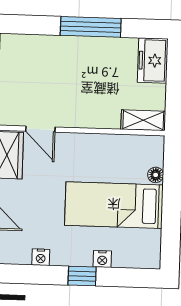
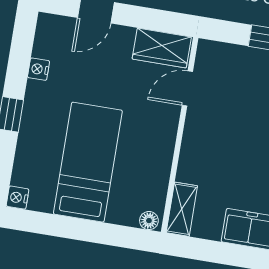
floor lamp: (156, 175) -> (149, 221), moved
nightstand: (102, 259) -> (18, 198), moved

